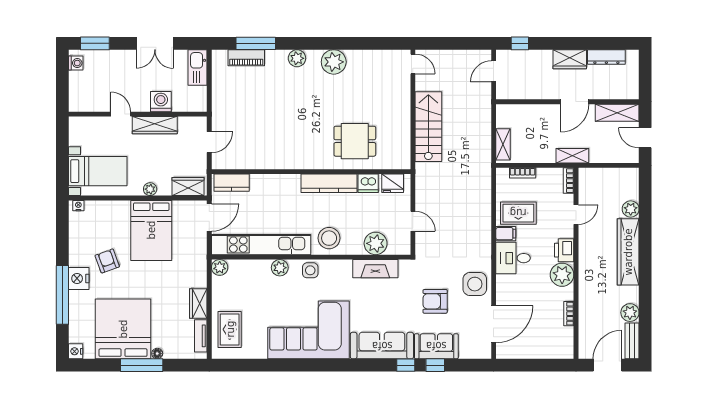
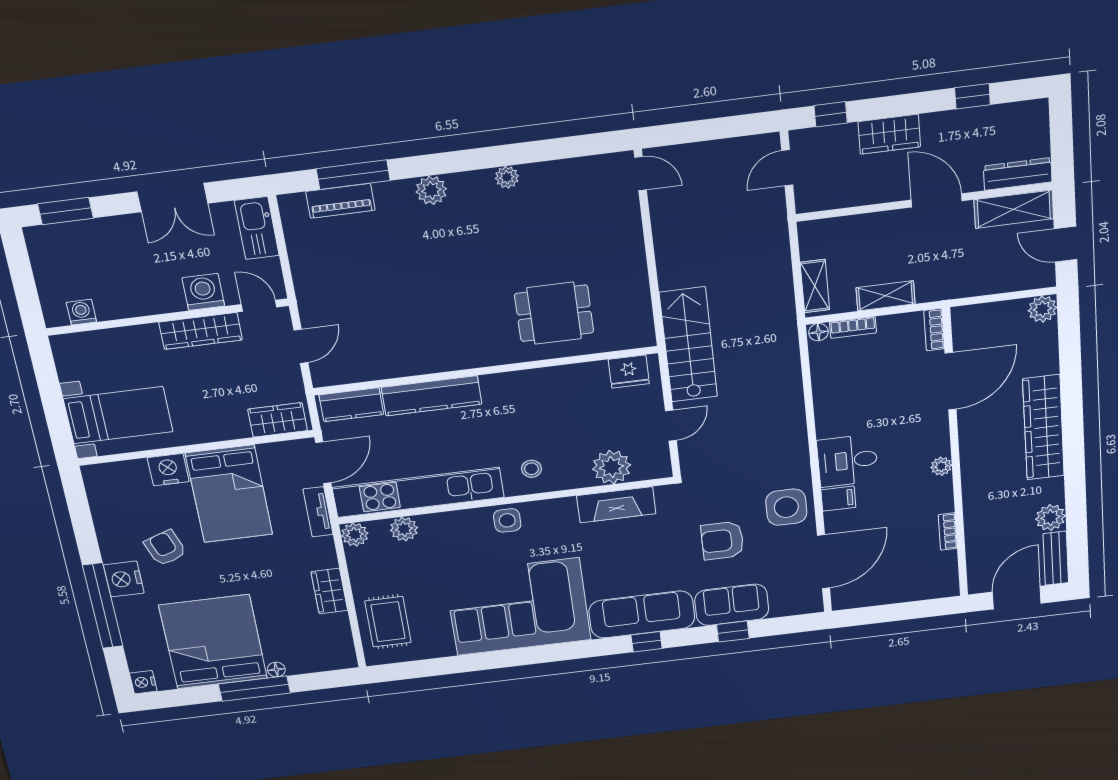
window: (598, 43) -> (972, 96), added
dresser: (606, 57) -> (1018, 174), moved, turned 180
wardrobe: (570, 59) -> (889, 134), moved
plant: (334, 62) -> (507, 177), width x0.53, depth x0.53
washing machine: (76, 63) -> (81, 312), moved, turned -90
door: (575, 102) -> (937, 200), swing flipped
door: (121, 114) -> (259, 306), moved
stairs: (428, 127) -> (688, 345), moved
shelving: (572, 156) -> (886, 296), moved
floor lamp: (503, 173) -> (818, 332), added
kitchen counter: (329, 183) -> (432, 396), moved
dishwasher: (368, 183) -> (587, 377), removed
plant: (150, 189) -> (214, 432), removed
nightstand: (78, 206) -> (168, 470), moved, width x1.89, depth x1.79
plant: (631, 209) -> (1042, 309), moved
rug: (518, 213) -> (851, 391), removed
door: (576, 215) -> (951, 381), width x1.87
door: (413, 221) -> (671, 426), hinge flipped
filing cabinet: (506, 234) -> (838, 499), moved
stool: (329, 238) -> (532, 469), width x0.53, depth x0.53
printer: (564, 250) -> (934, 438), removed
plant: (280, 268) -> (404, 529), moved
plant: (562, 275) -> (941, 466), width x0.53, depth x0.53
tv unit: (201, 336) -> (318, 512), moved
window: (406, 365) -> (647, 642), moved

